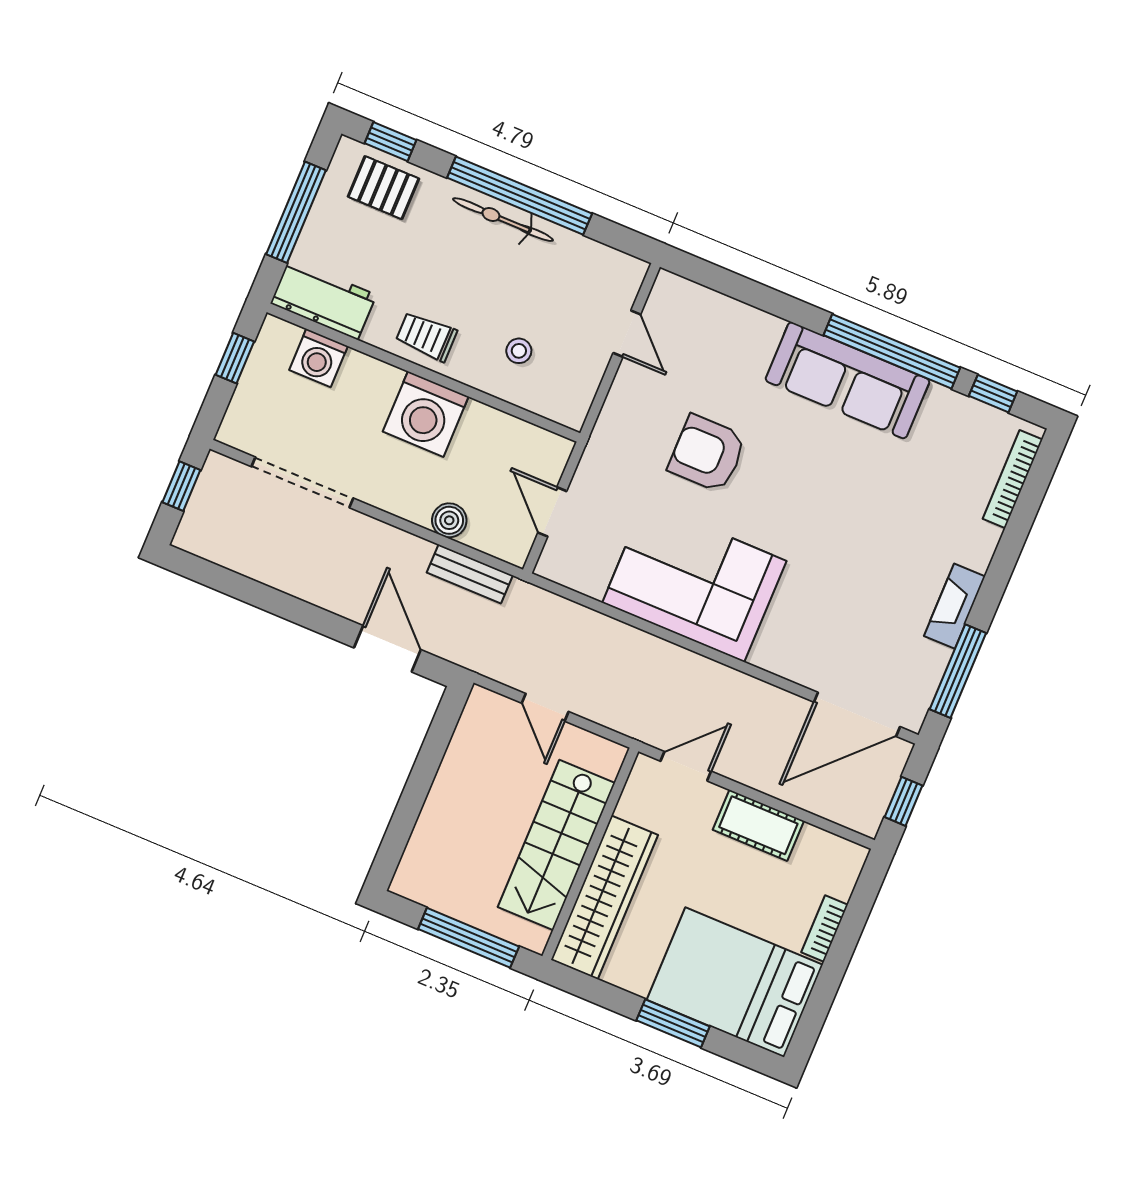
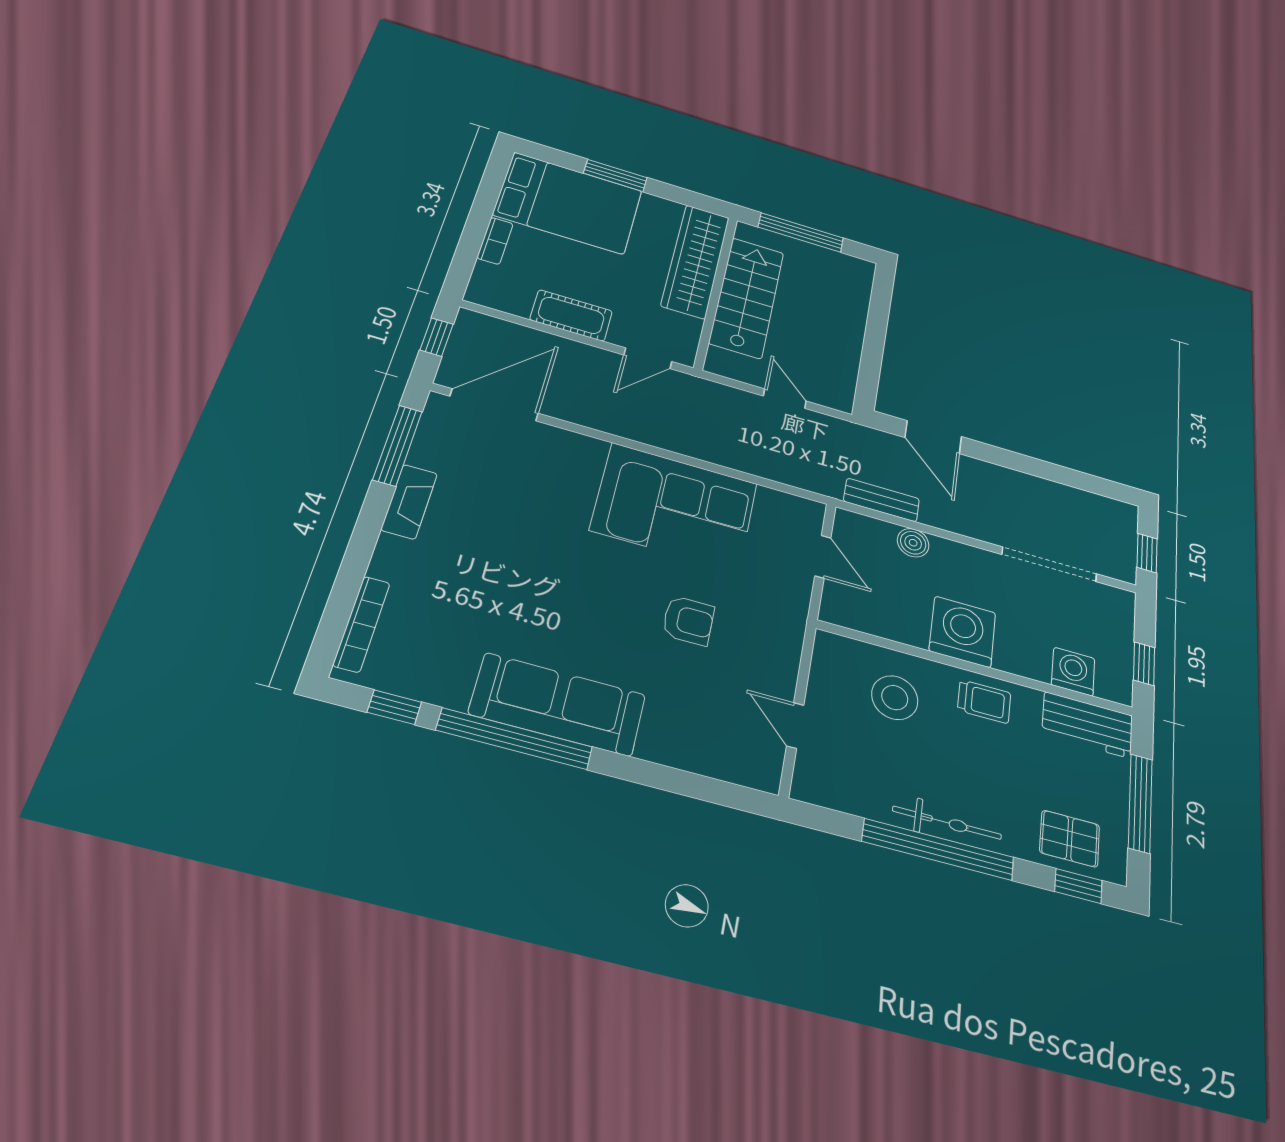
stool: (519, 351) -> (895, 698), width x1.89, depth x1.89
armchair: (707, 454) -> (688, 621), width x0.72, depth x0.72

